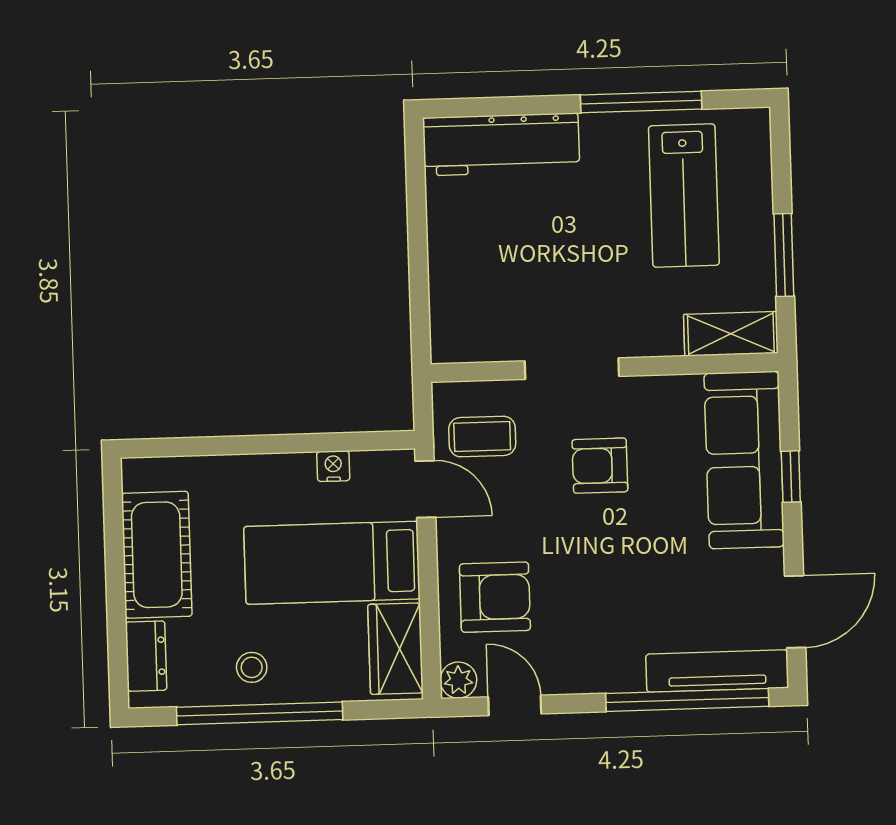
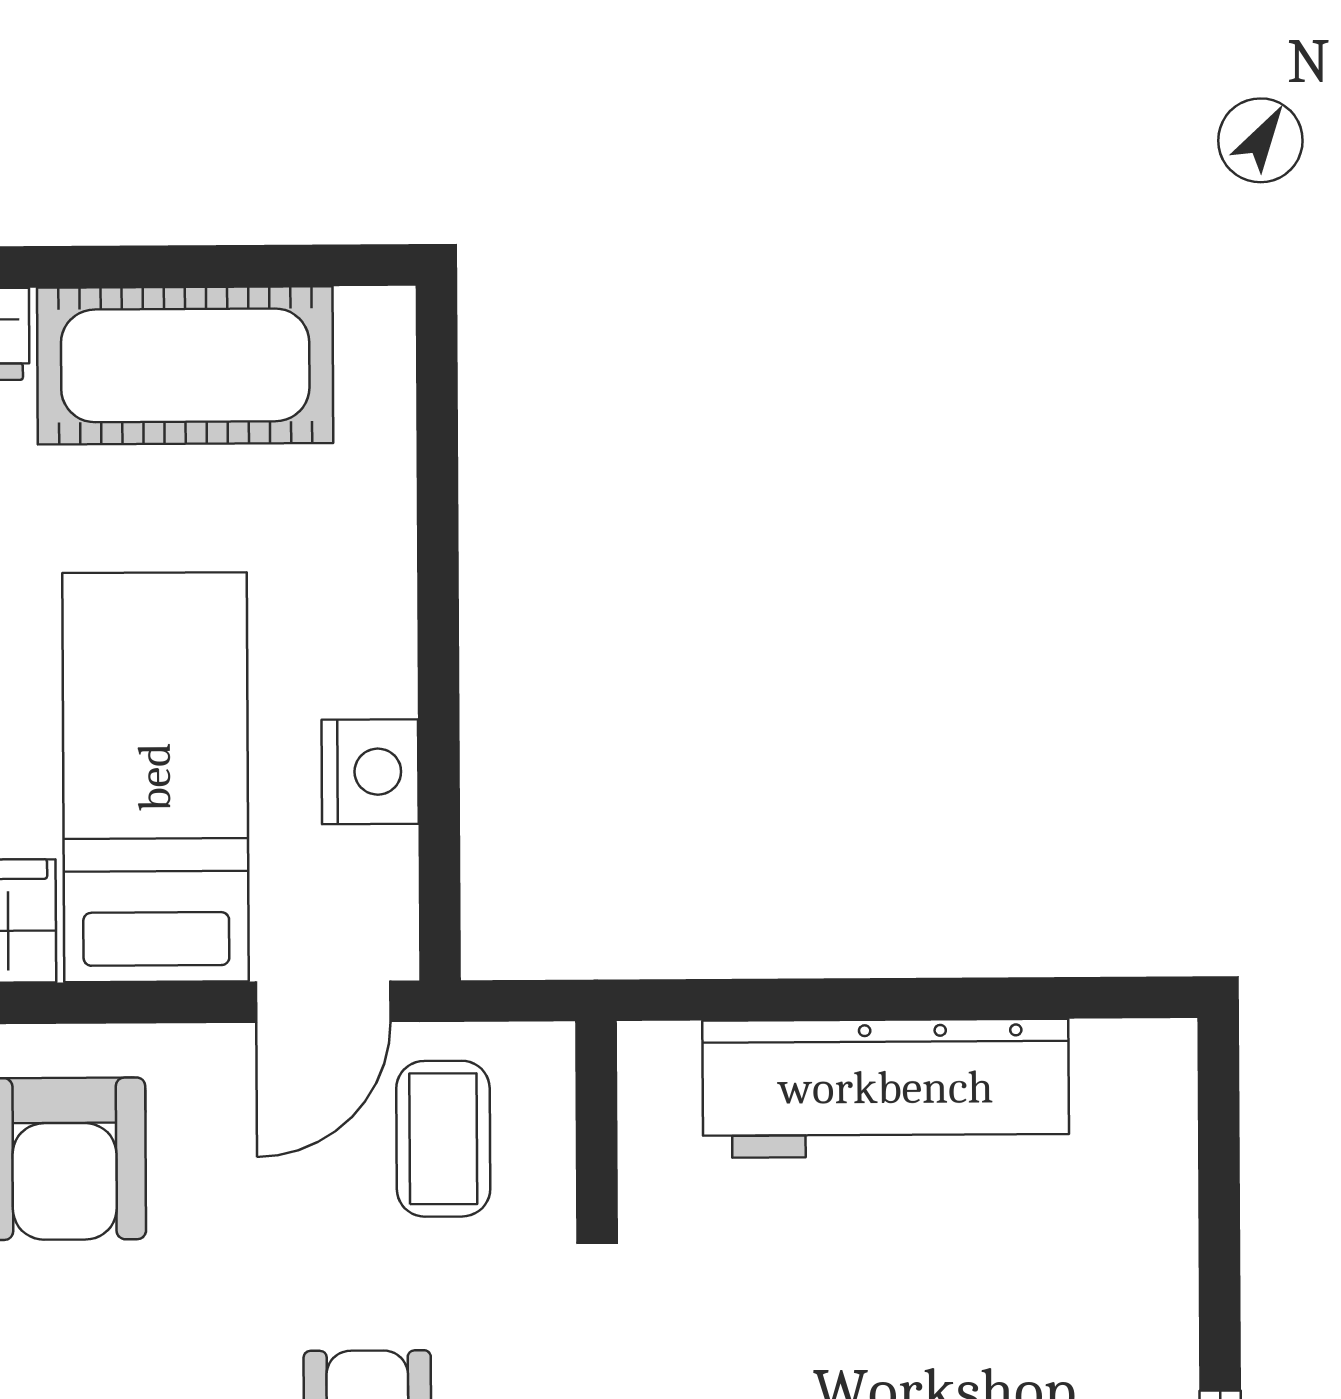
workbench: (501, 144) -> (886, 1088), moved, turned -90
nightstand: (333, 466) -> (370, 772), width x1.39, depth x1.35

